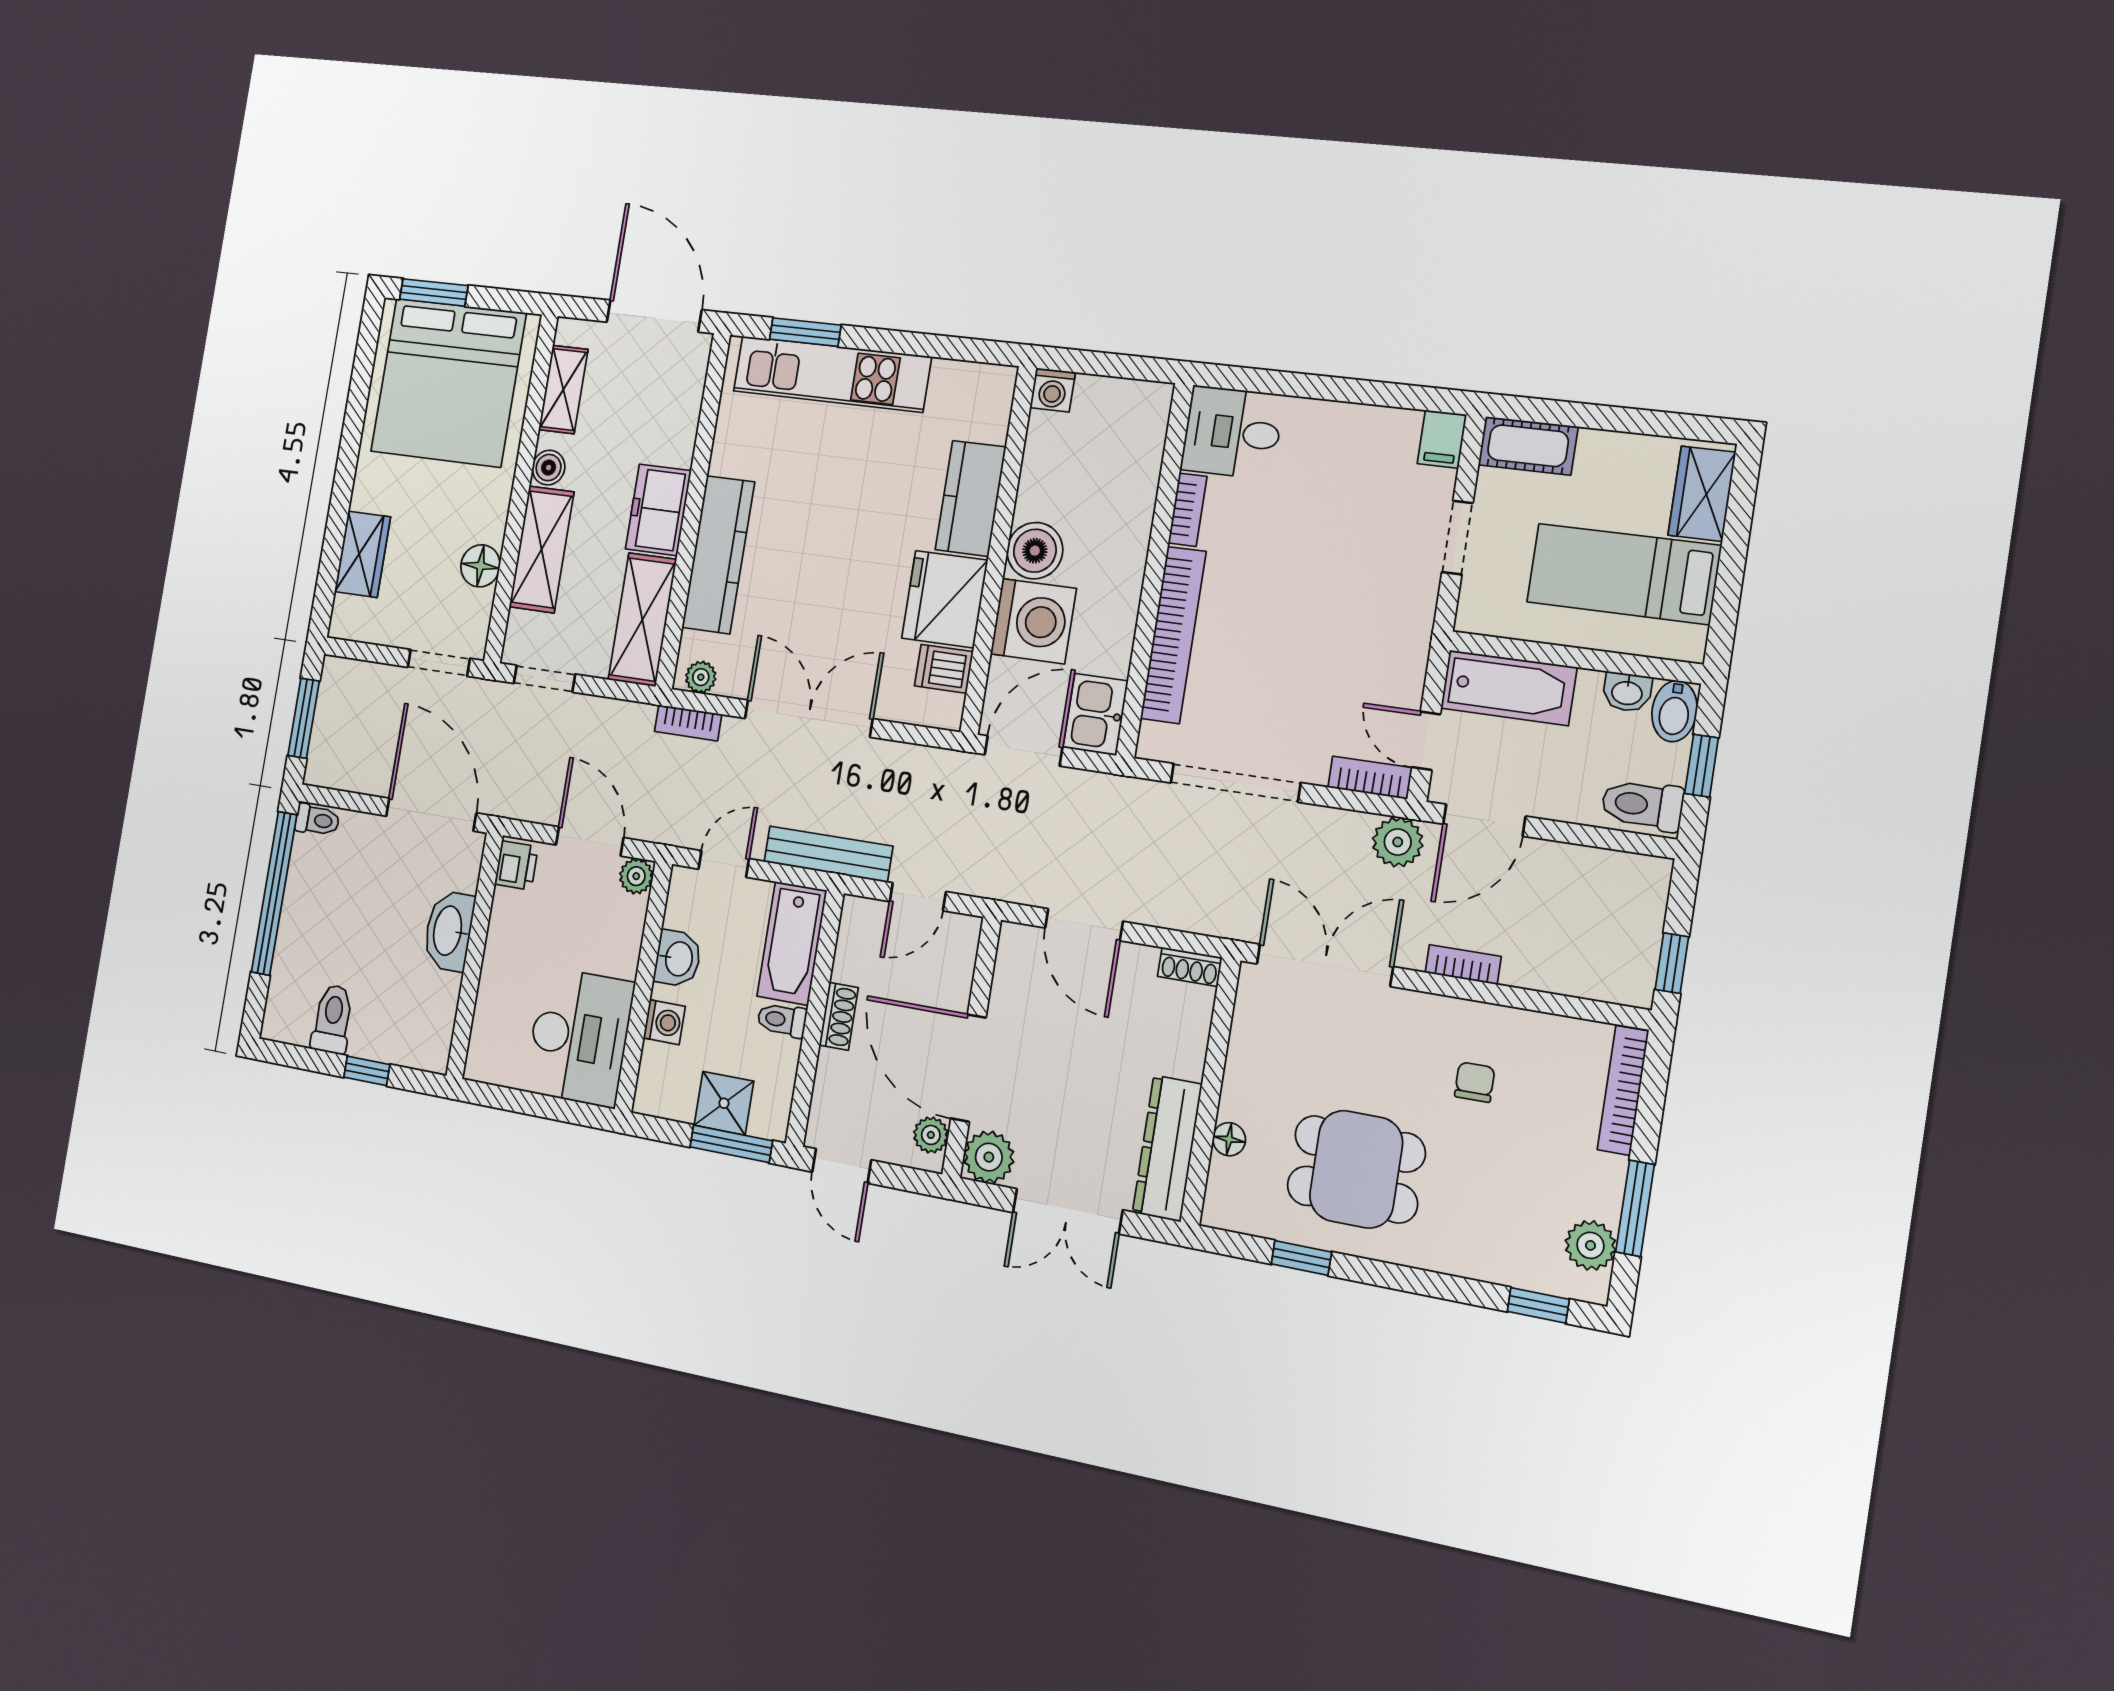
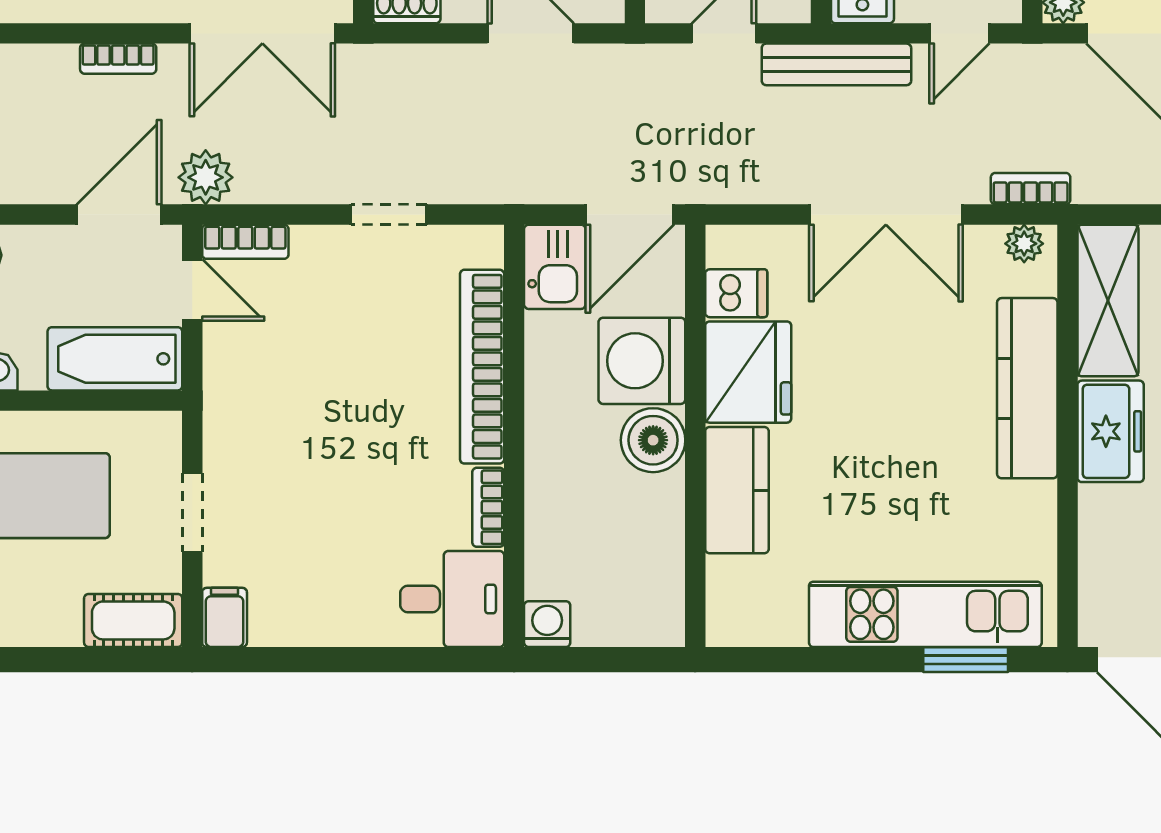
washing machine: (1053, 390) -> (547, 624), moved
doorway: (1235, 783) -> (389, 214), width x0.53

